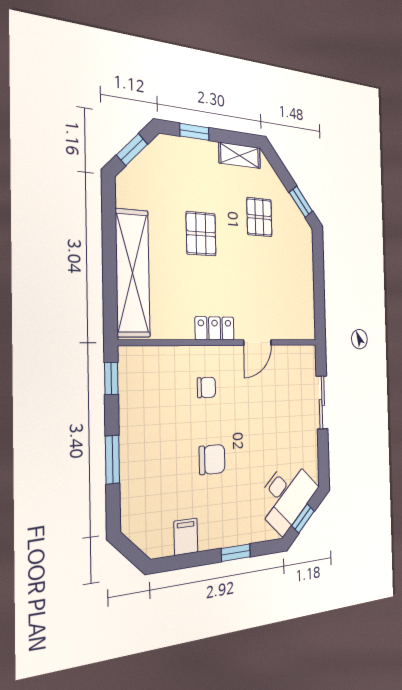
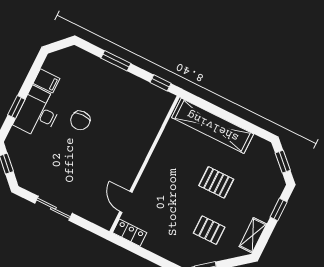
locker: (215, 328) -> (130, 233), moved, turned -90
door: (257, 343) -> (126, 202), moved
chair: (206, 387) -> (124, 139), removed
sliding door: (322, 402) -> (53, 208), moved
desk: (286, 496) -> (38, 113), moved, turned 45

